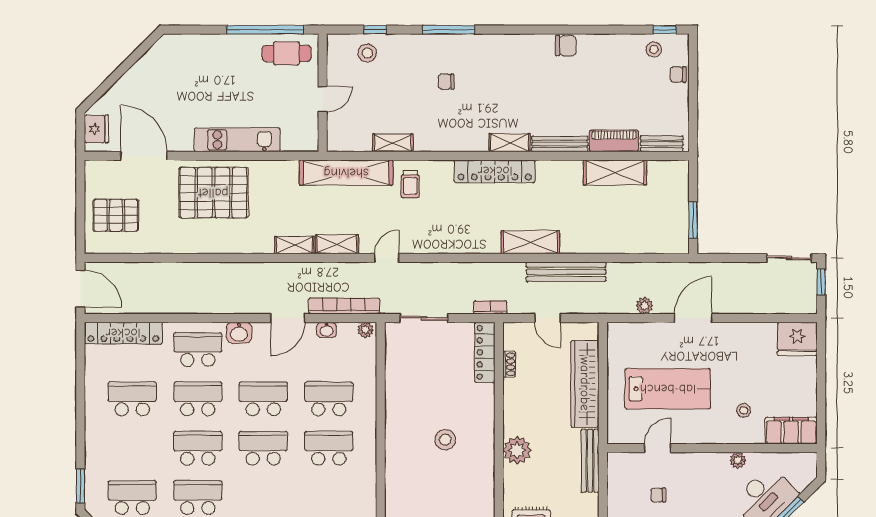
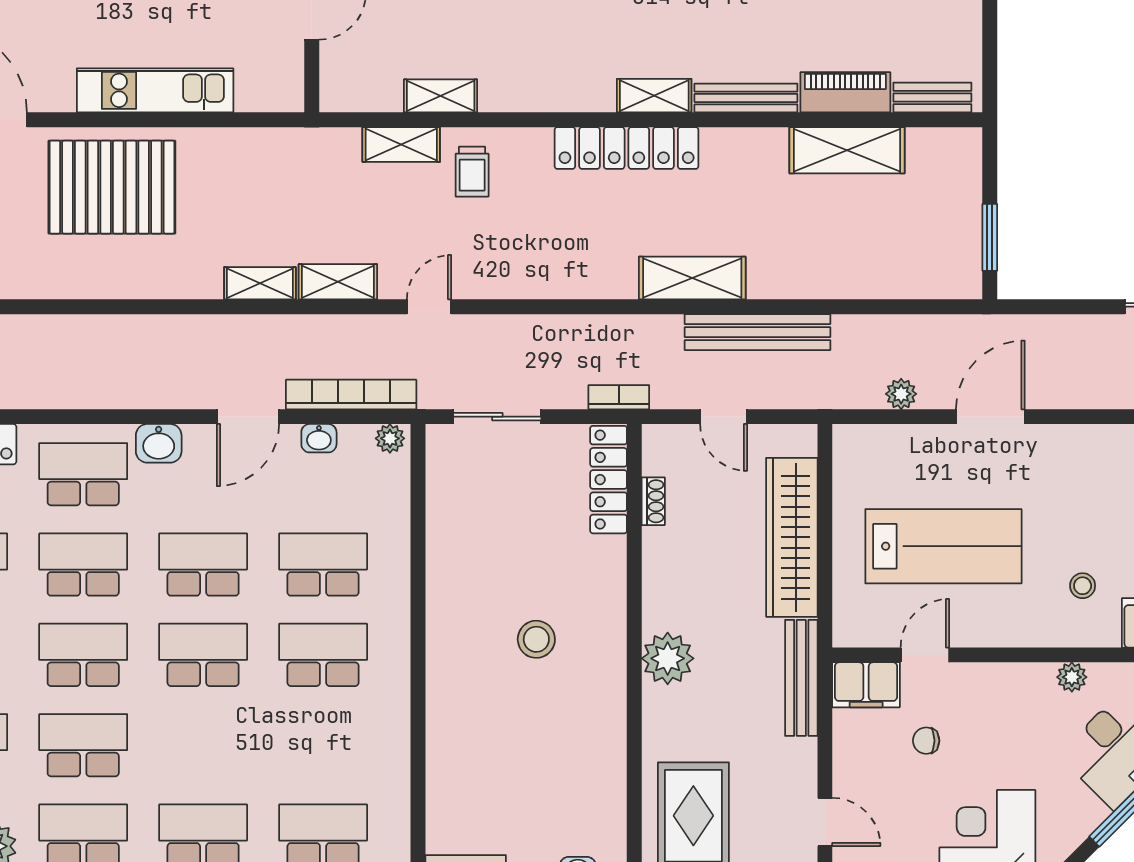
shelving: (346, 173) -> (401, 145), width x0.45, depth x0.75
filing cabinet: (625, 464) -> (866, 685), added

